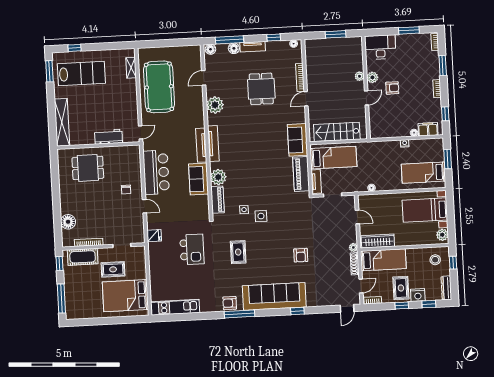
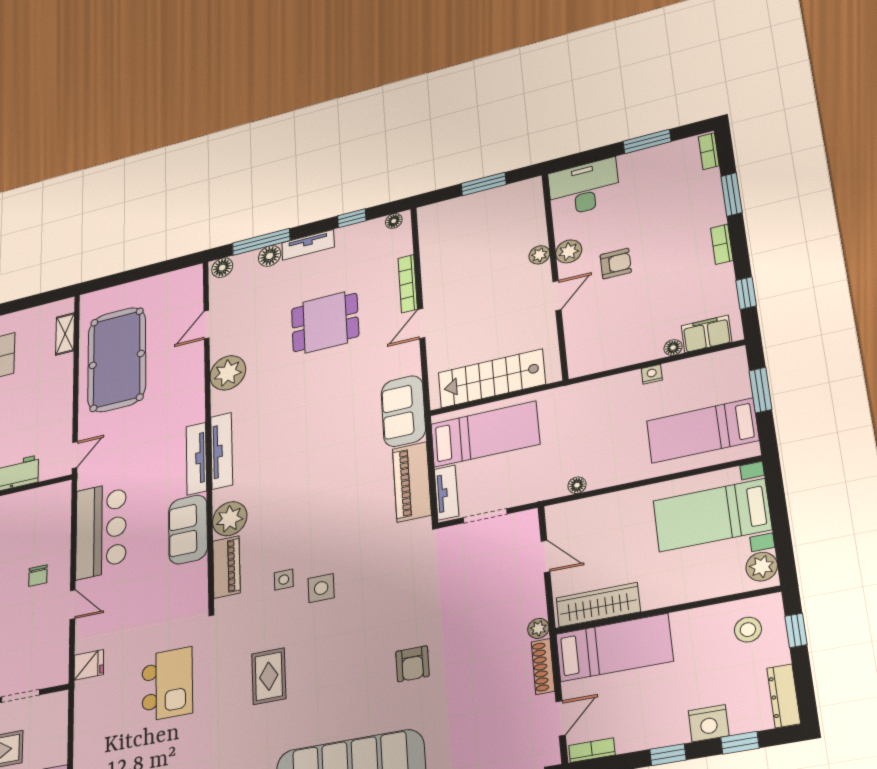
dining table: (261, 89) -> (325, 322), turned 90
rug: (401, 288) -> (663, 711), removed

